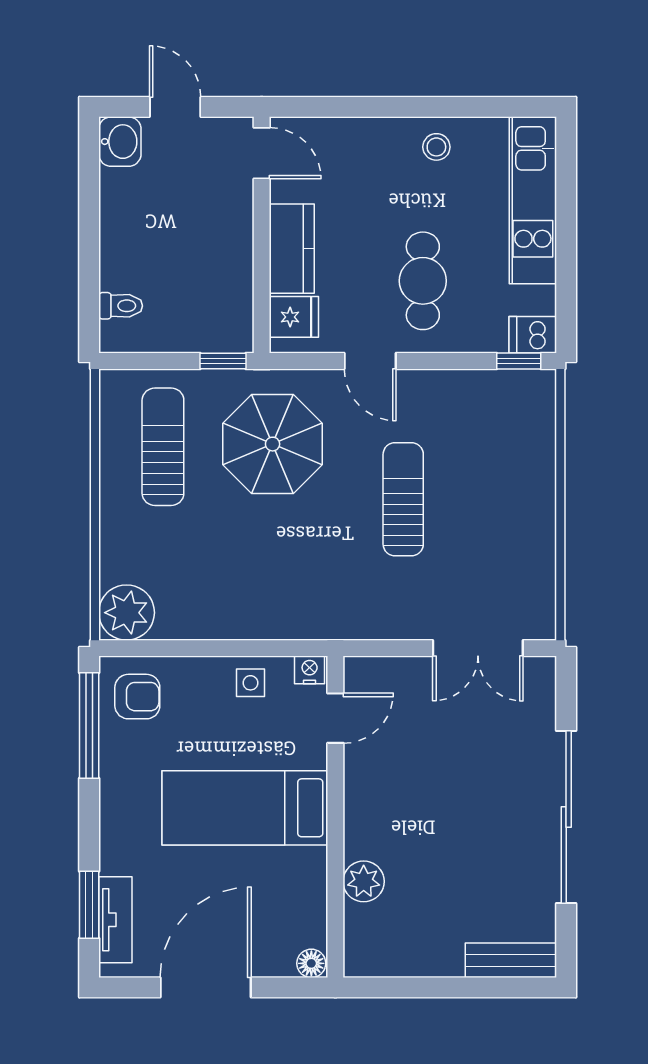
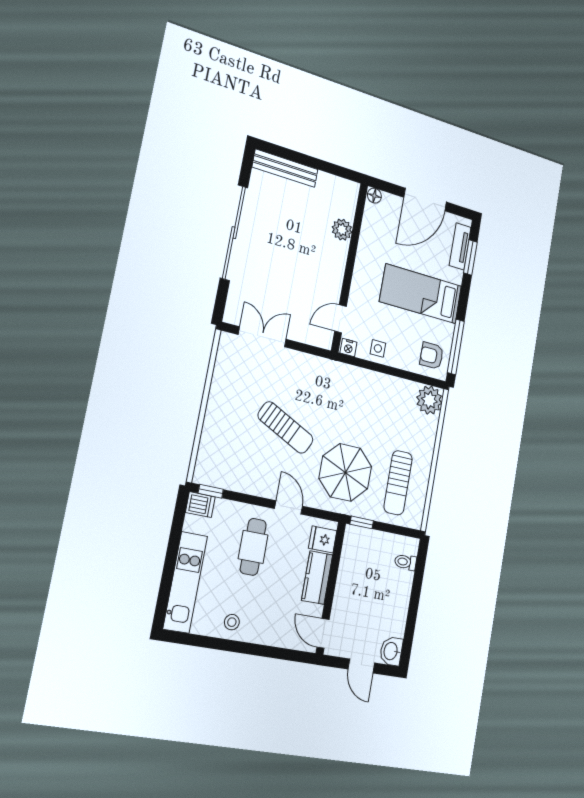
sun lounger: (403, 499) -> (286, 428), turned -64
bed: (245, 808) -> (421, 294), moved, turned 180
bench: (511, 960) -> (285, 168), width x1.36

